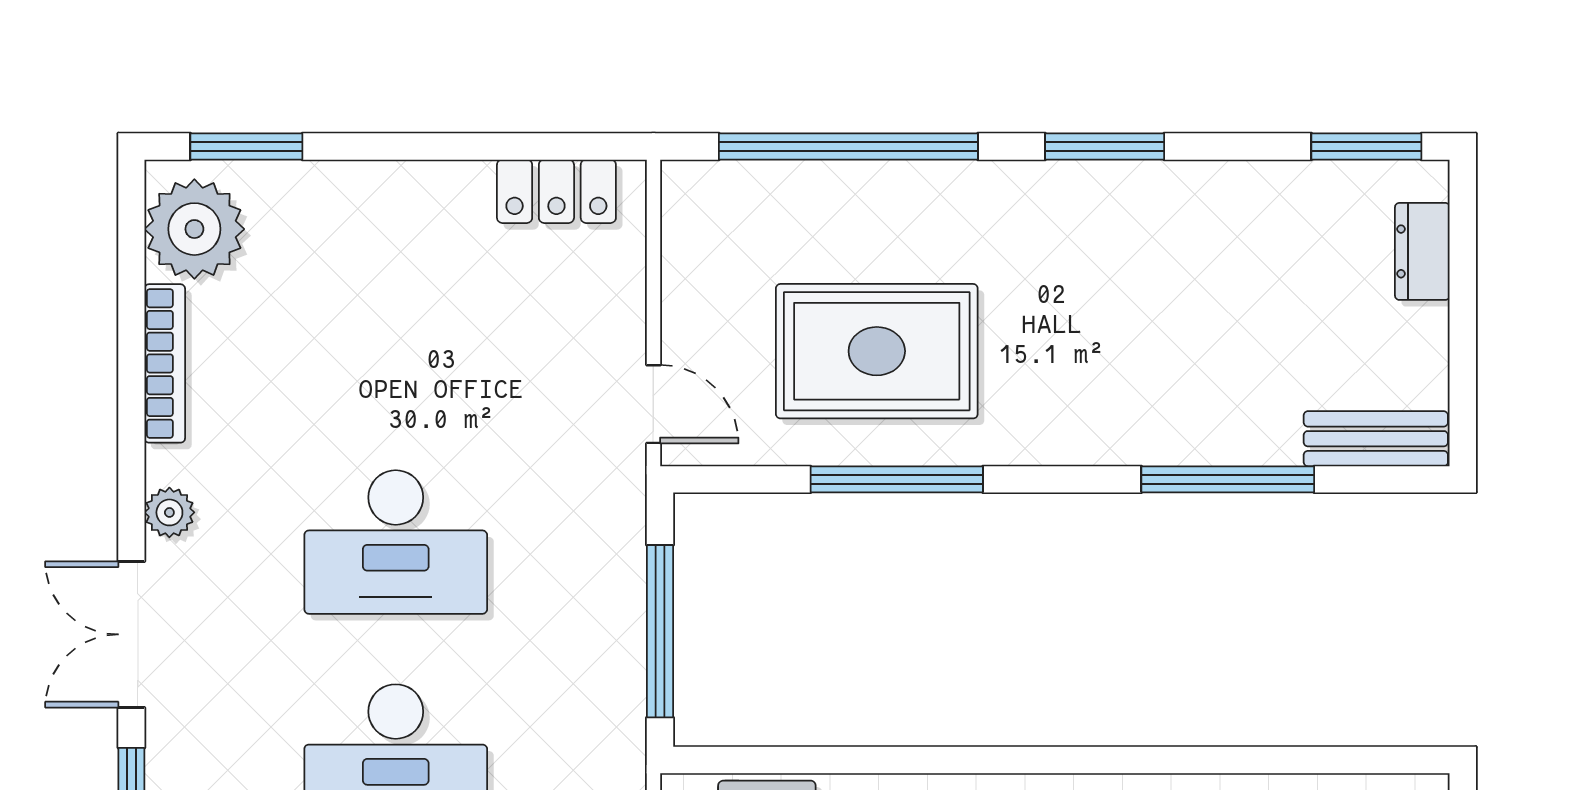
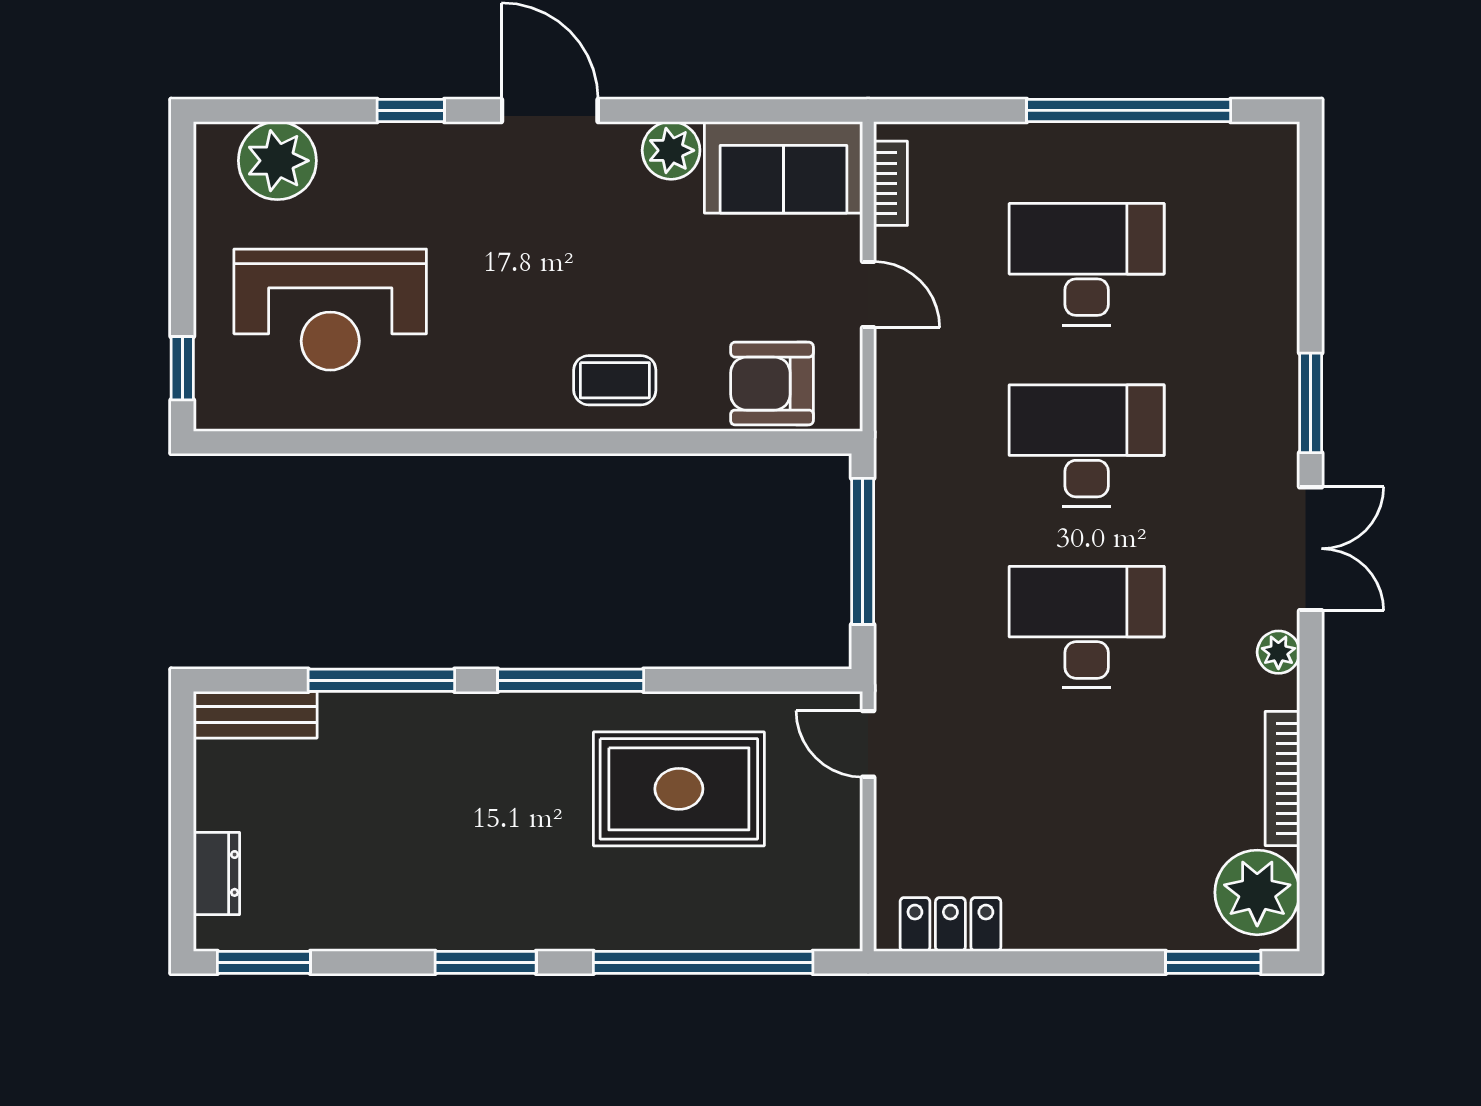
window: (897, 479) -> (571, 680), moved

